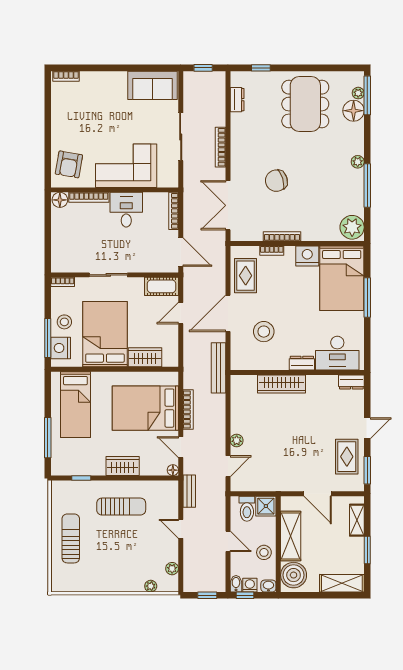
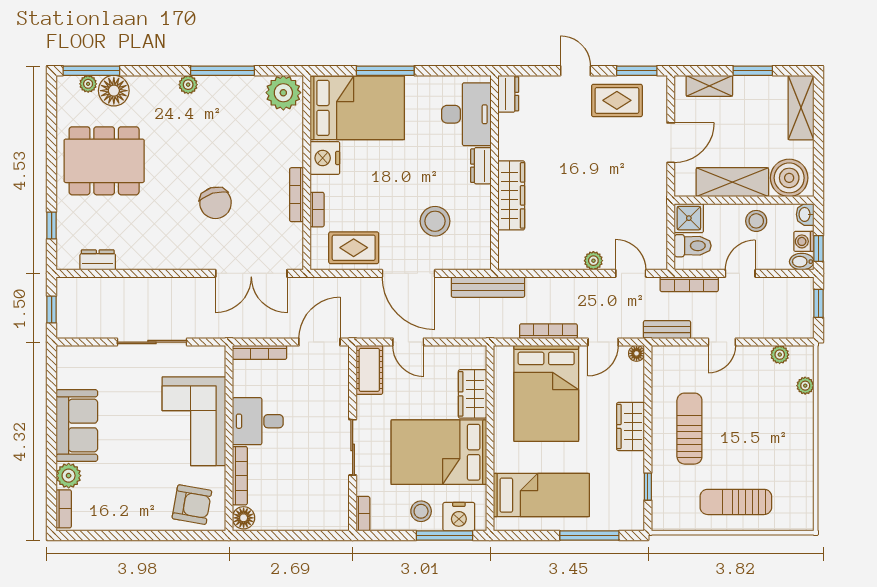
plant: (89, 80) -> (69, 476), added
sofa: (153, 85) -> (77, 426), moved
bookcase: (220, 147) -> (689, 284), moved

